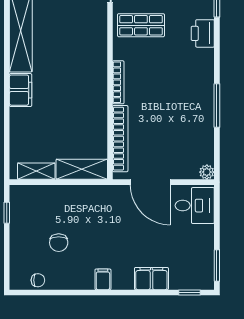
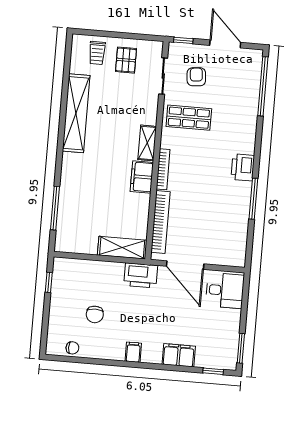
printer: (203, 33) -> (243, 167), moved
filing cabinet: (21, 90) -> (142, 177), moved, turned 180
window: (7, 133) -> (55, 208), added
shelving: (36, 171) -> (147, 143), moved, turned 90
plant: (207, 172) -> (239, 260), removed
printer: (104, 197) -> (141, 275), added

